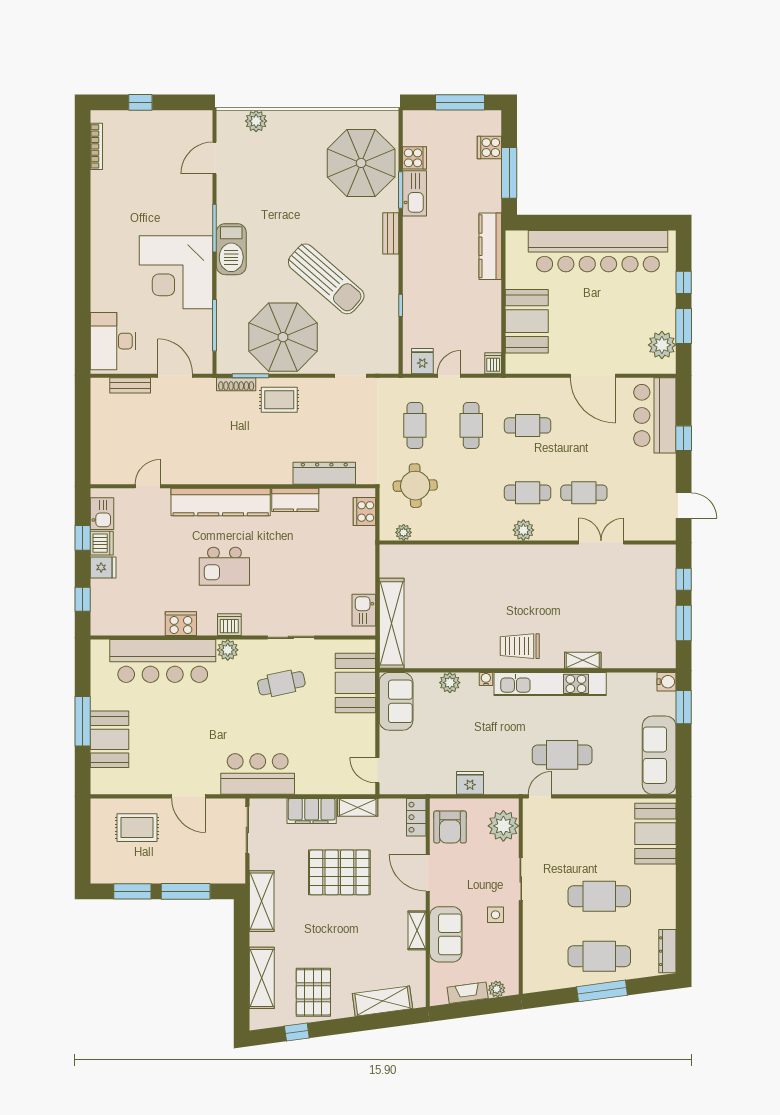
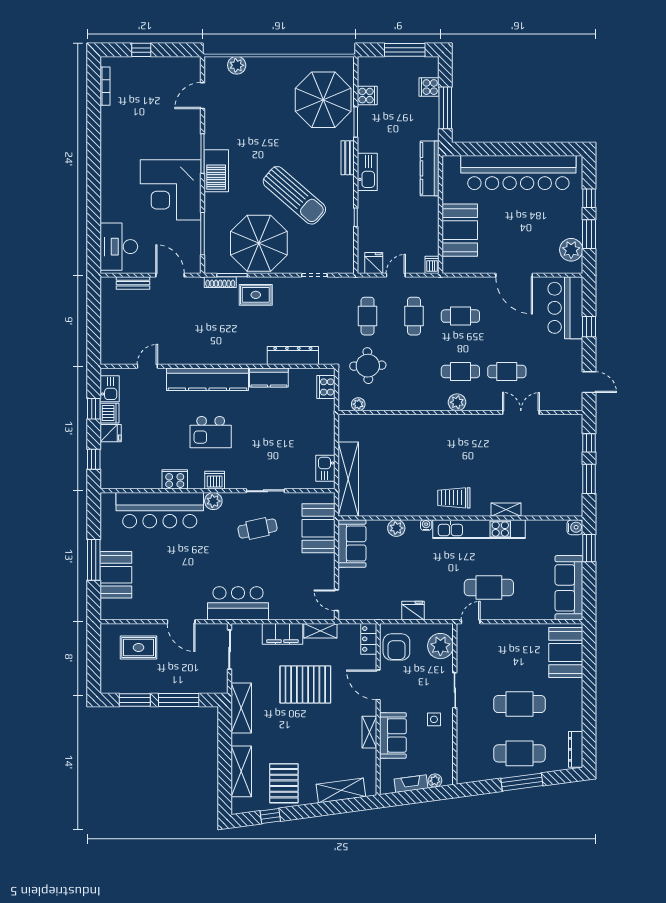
kitchen sink: (414, 193) -> (367, 172), moved

